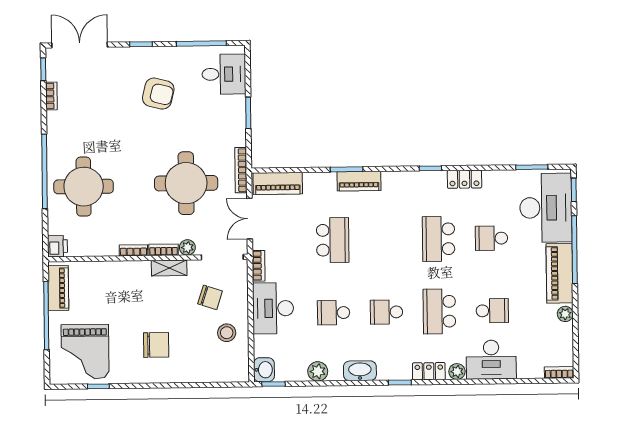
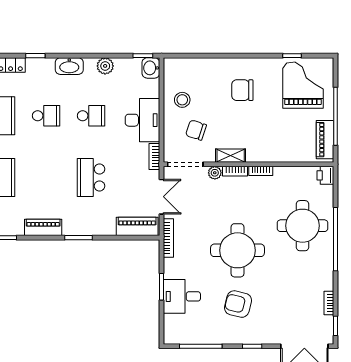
desk: (224, 74) -> (182, 296), moved
piano: (359, 181) -> (43, 227), moved
round table: (186, 183) -> (238, 250), moved

